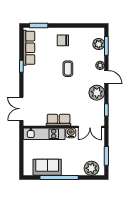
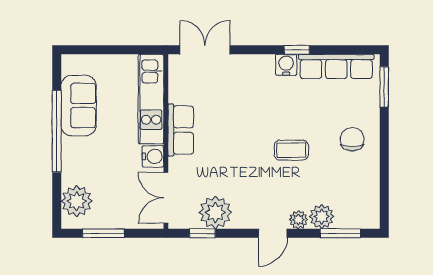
plant: (99, 44) -> (322, 217), moved
water cooler: (28, 71) -> (286, 65), added
plant: (97, 93) -> (215, 212), moved

